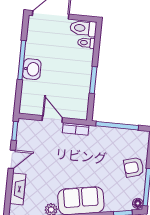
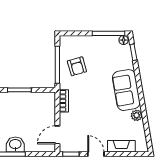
door: (52, 119) -> (57, 135), moved
armchair: (134, 167) -> (77, 66), moved

